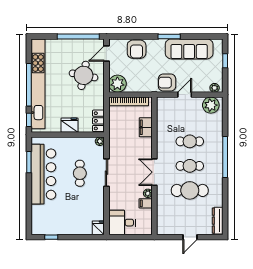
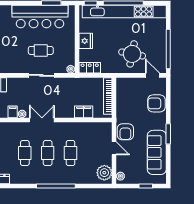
armchair: (167, 83) -> (125, 132), turned 180
plant: (117, 84) -> (124, 86), removed
cafe table: (190, 190) -> (25, 153), width x0.73, depth x0.74

